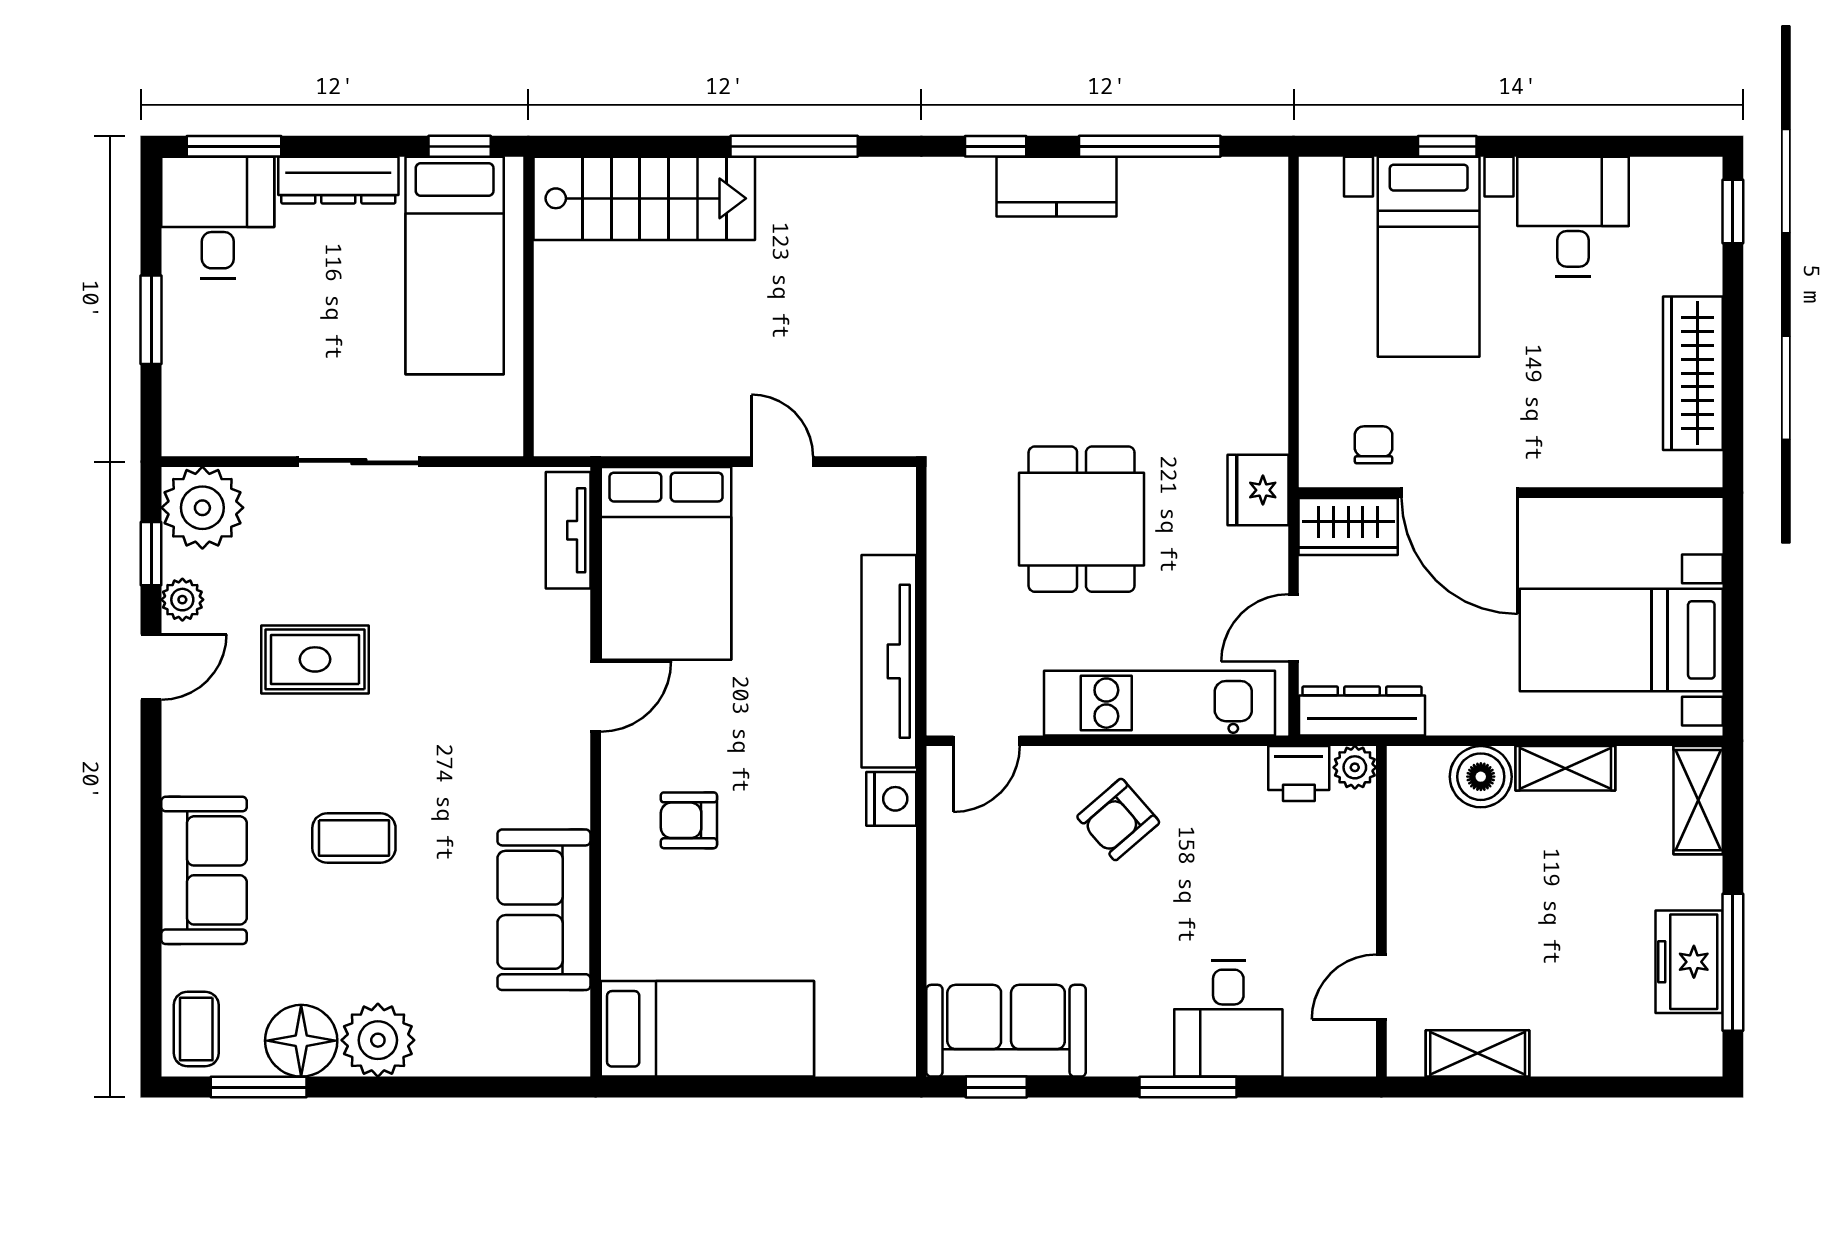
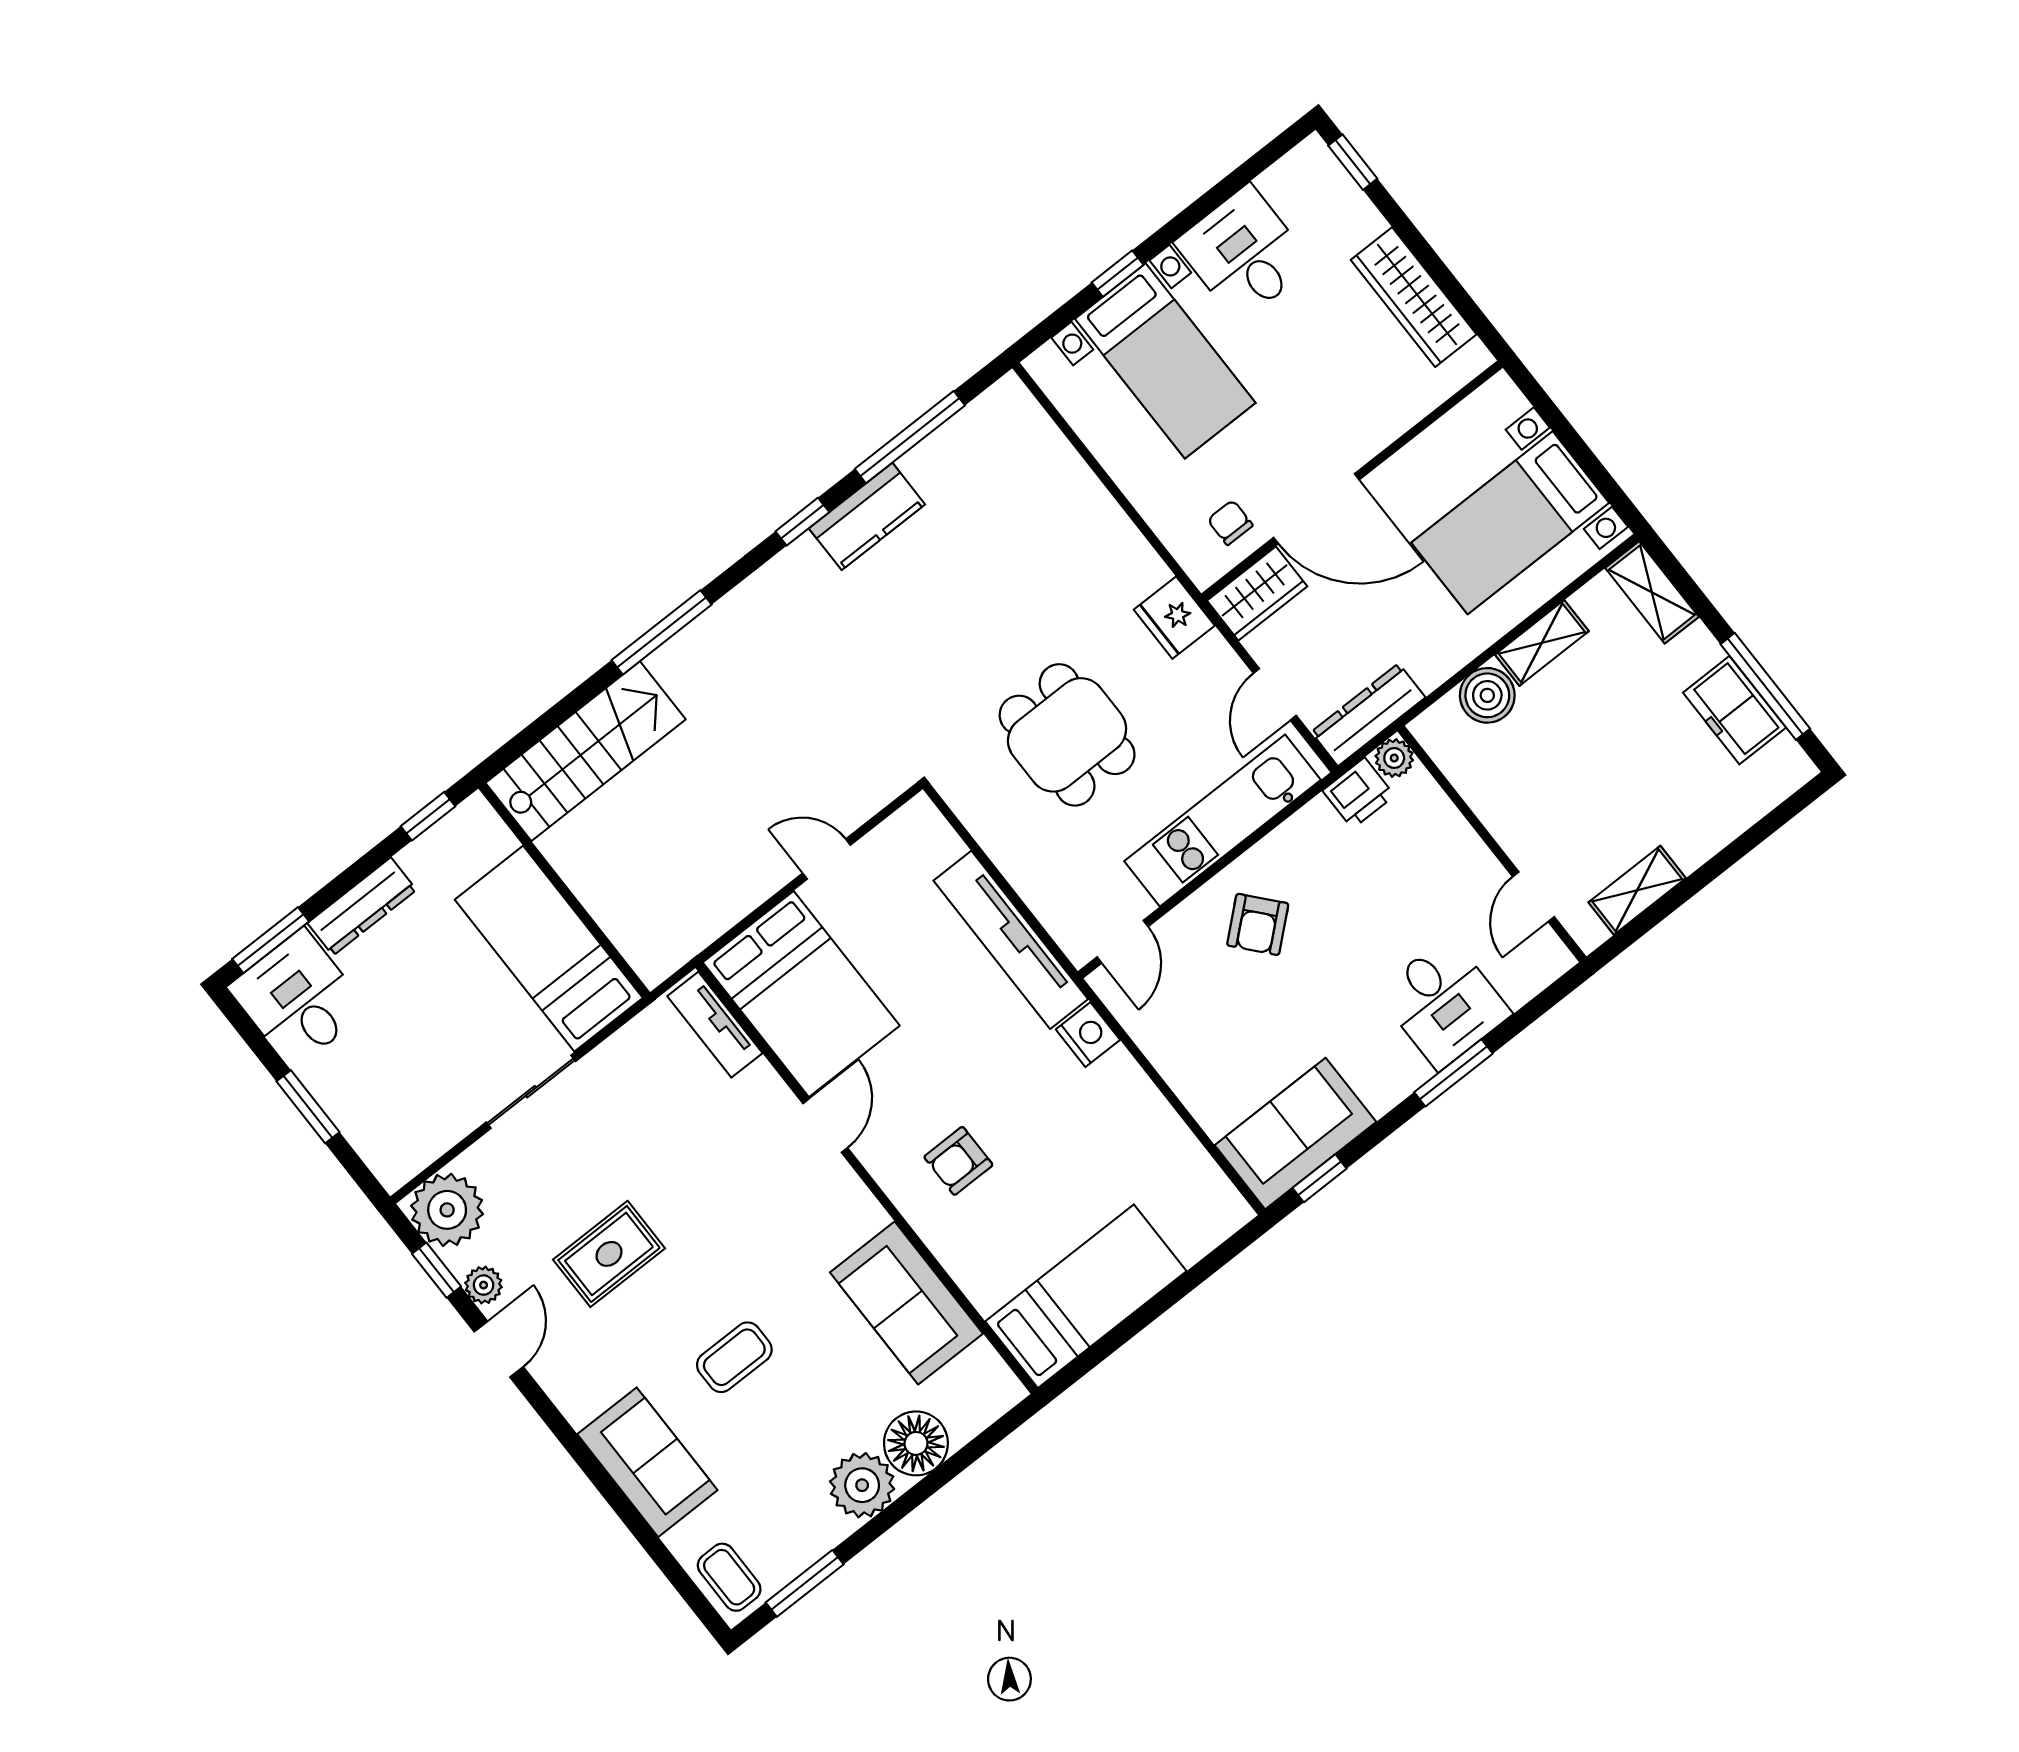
bed: (455, 266) -> (549, 949), moved, turned 180
floor lamp: (301, 1041) -> (916, 1443), moved

